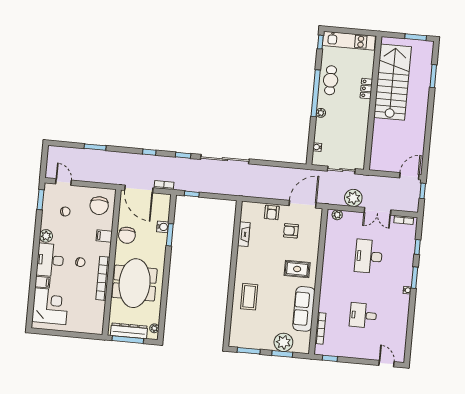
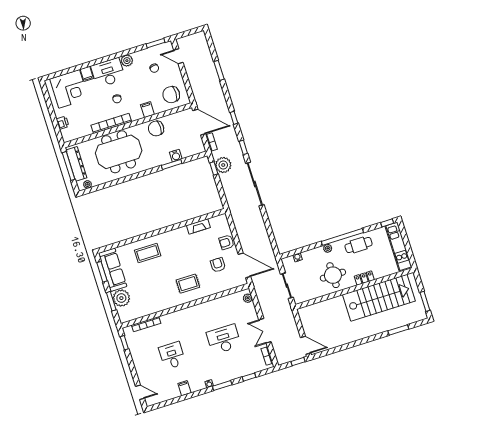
round table: (350, 119) -> (333, 275), added
door: (63, 182) -> (178, 56), swing flipped
door: (139, 189) -> (199, 122), swing flipped
plant: (353, 198) -> (223, 165), moved
rug: (297, 269) -> (188, 284), turned 90
sofa: (304, 309) -> (113, 270), moved, turned 90
filing cabinet: (401, 317) -> (184, 388), added
printer: (81, 327) -> (63, 123), added
door: (387, 364) -> (140, 392), hinge flipped

